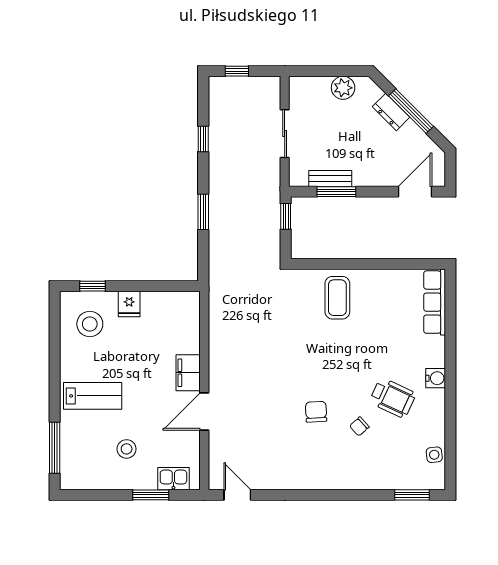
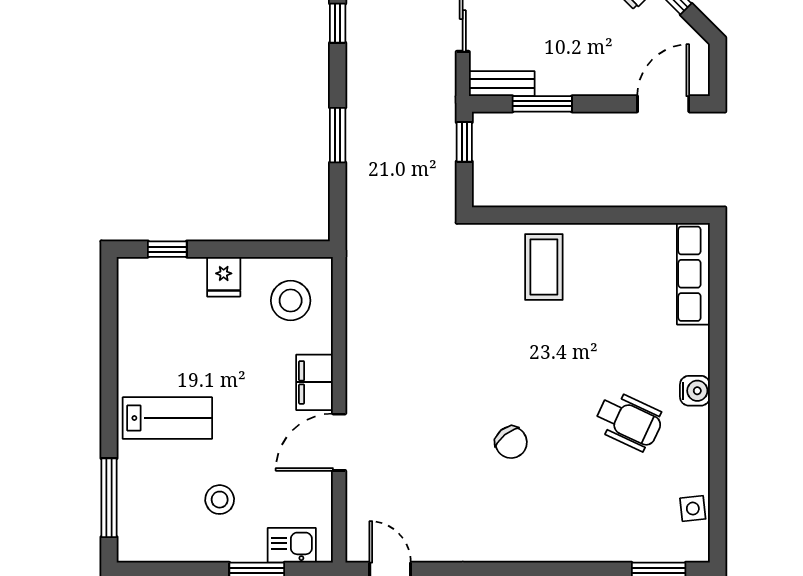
bench: (330, 178) -> (502, 84), moved
stool: (90, 324) -> (291, 301), moved
chair: (316, 412) -> (511, 442), turned 144
chair: (359, 426) -> (578, 465), removed

